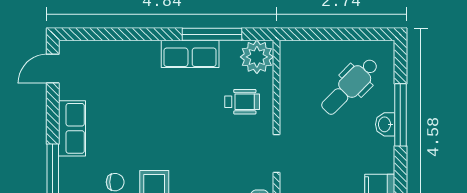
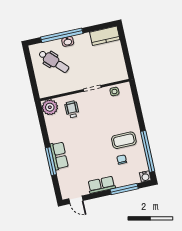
window: (212, 34) -> (51, 161), moved
row of seats: (190, 54) -> (59, 156), moved
window: (400, 115) -> (62, 35), width x1.46

